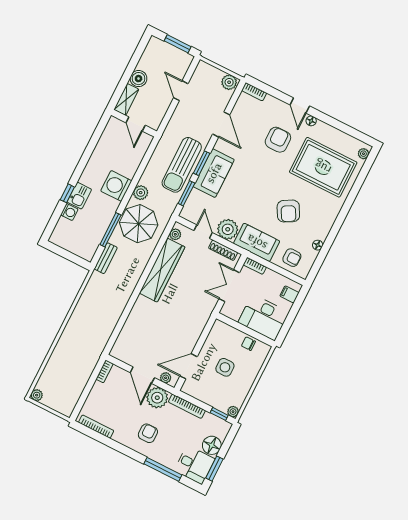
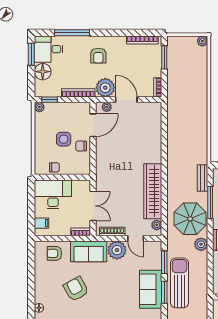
floor lamp: (318, 245) -> (39, 308), moved
chair: (211, 352) -> (81, 146), added
window: (83, 398) -> (164, 57), added

